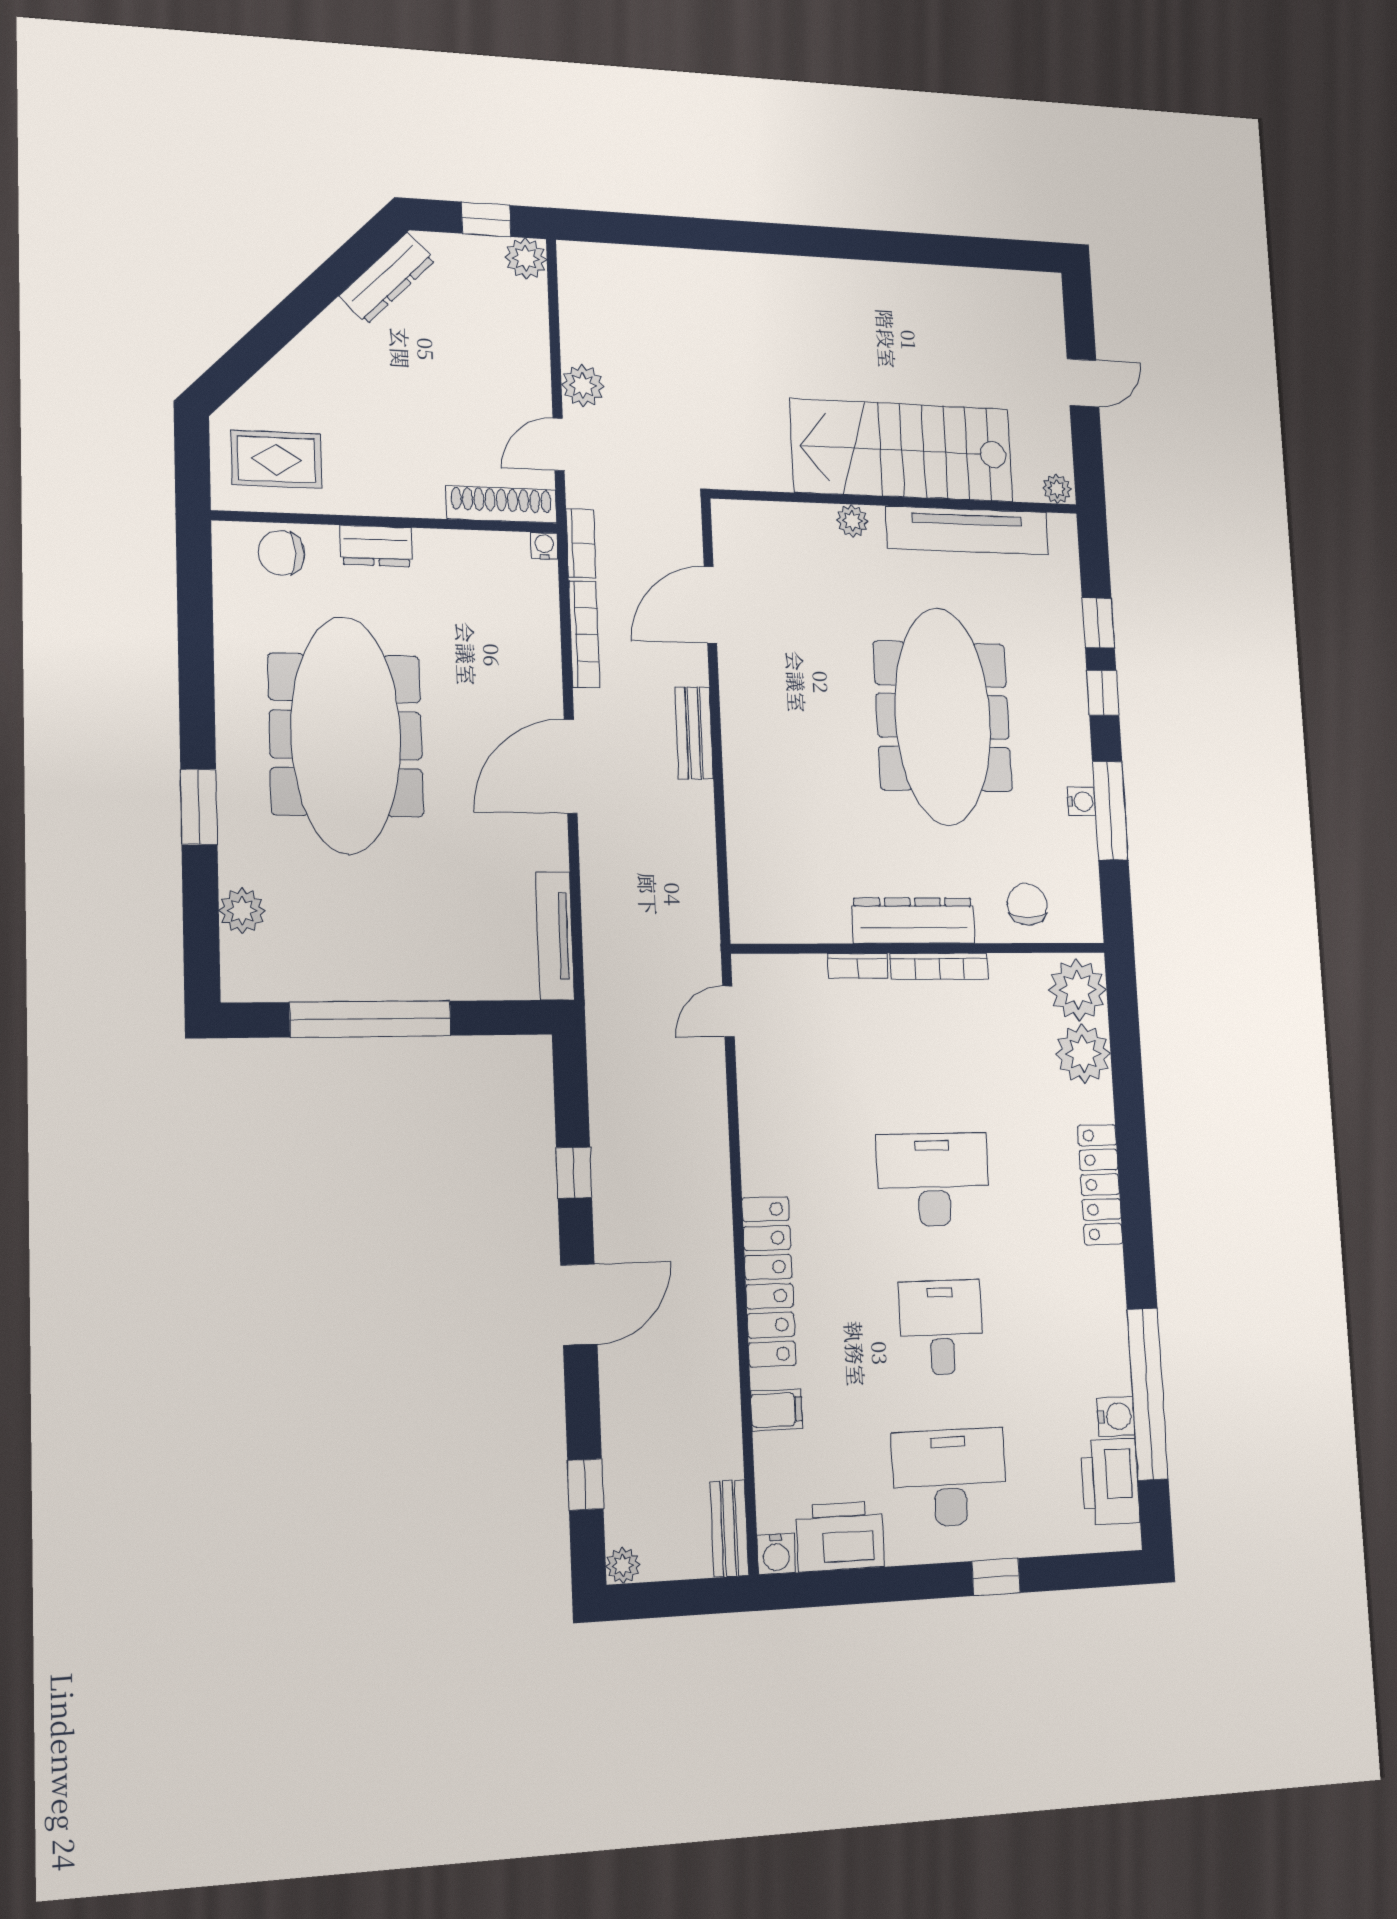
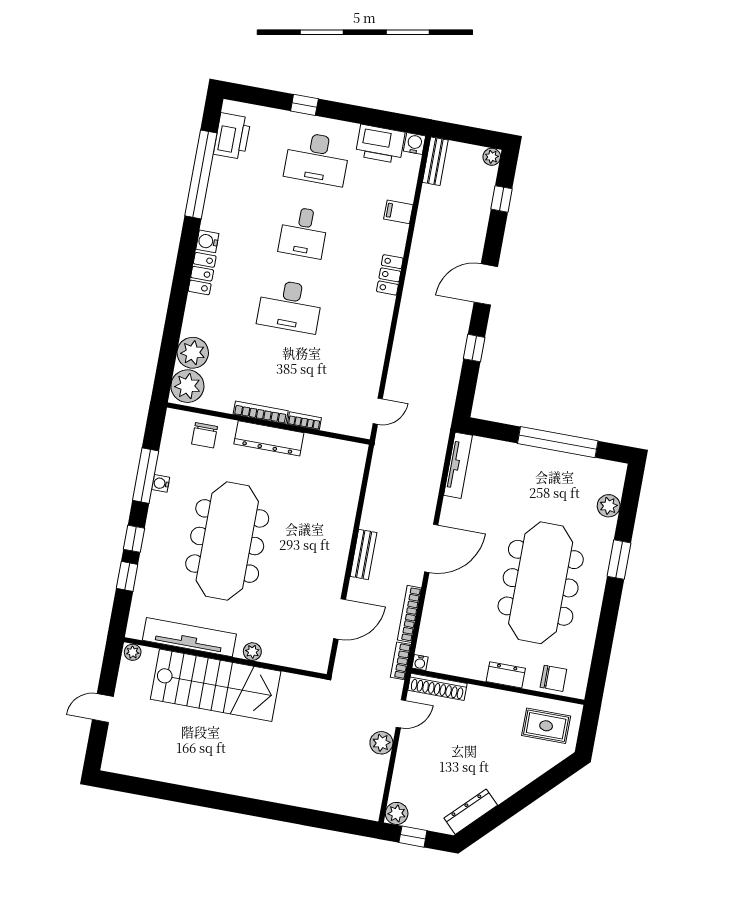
locker: (1100, 1185) -> (202, 274), width x0.66
locker: (769, 1281) -> (390, 275), width x0.46, depth x0.83
water cooler: (1116, 1416) -> (207, 241), moved

